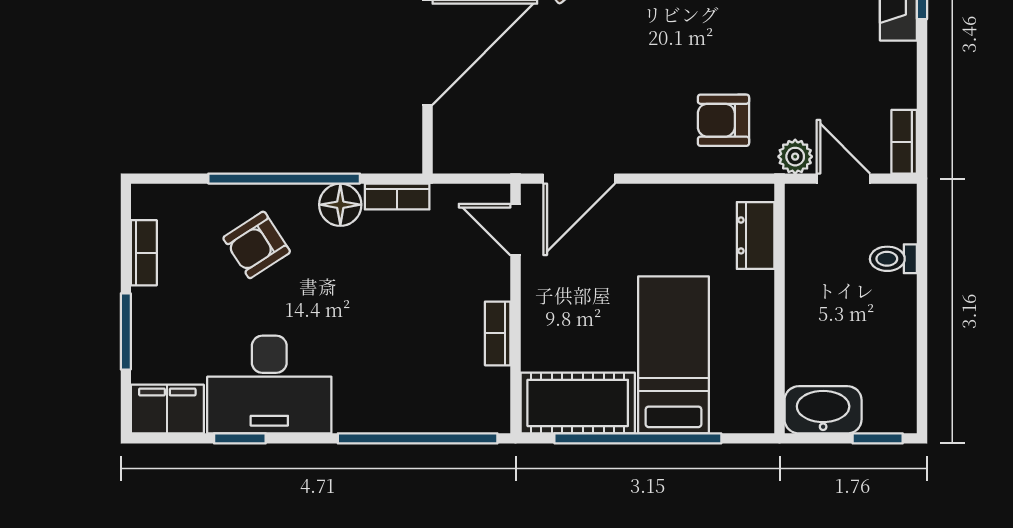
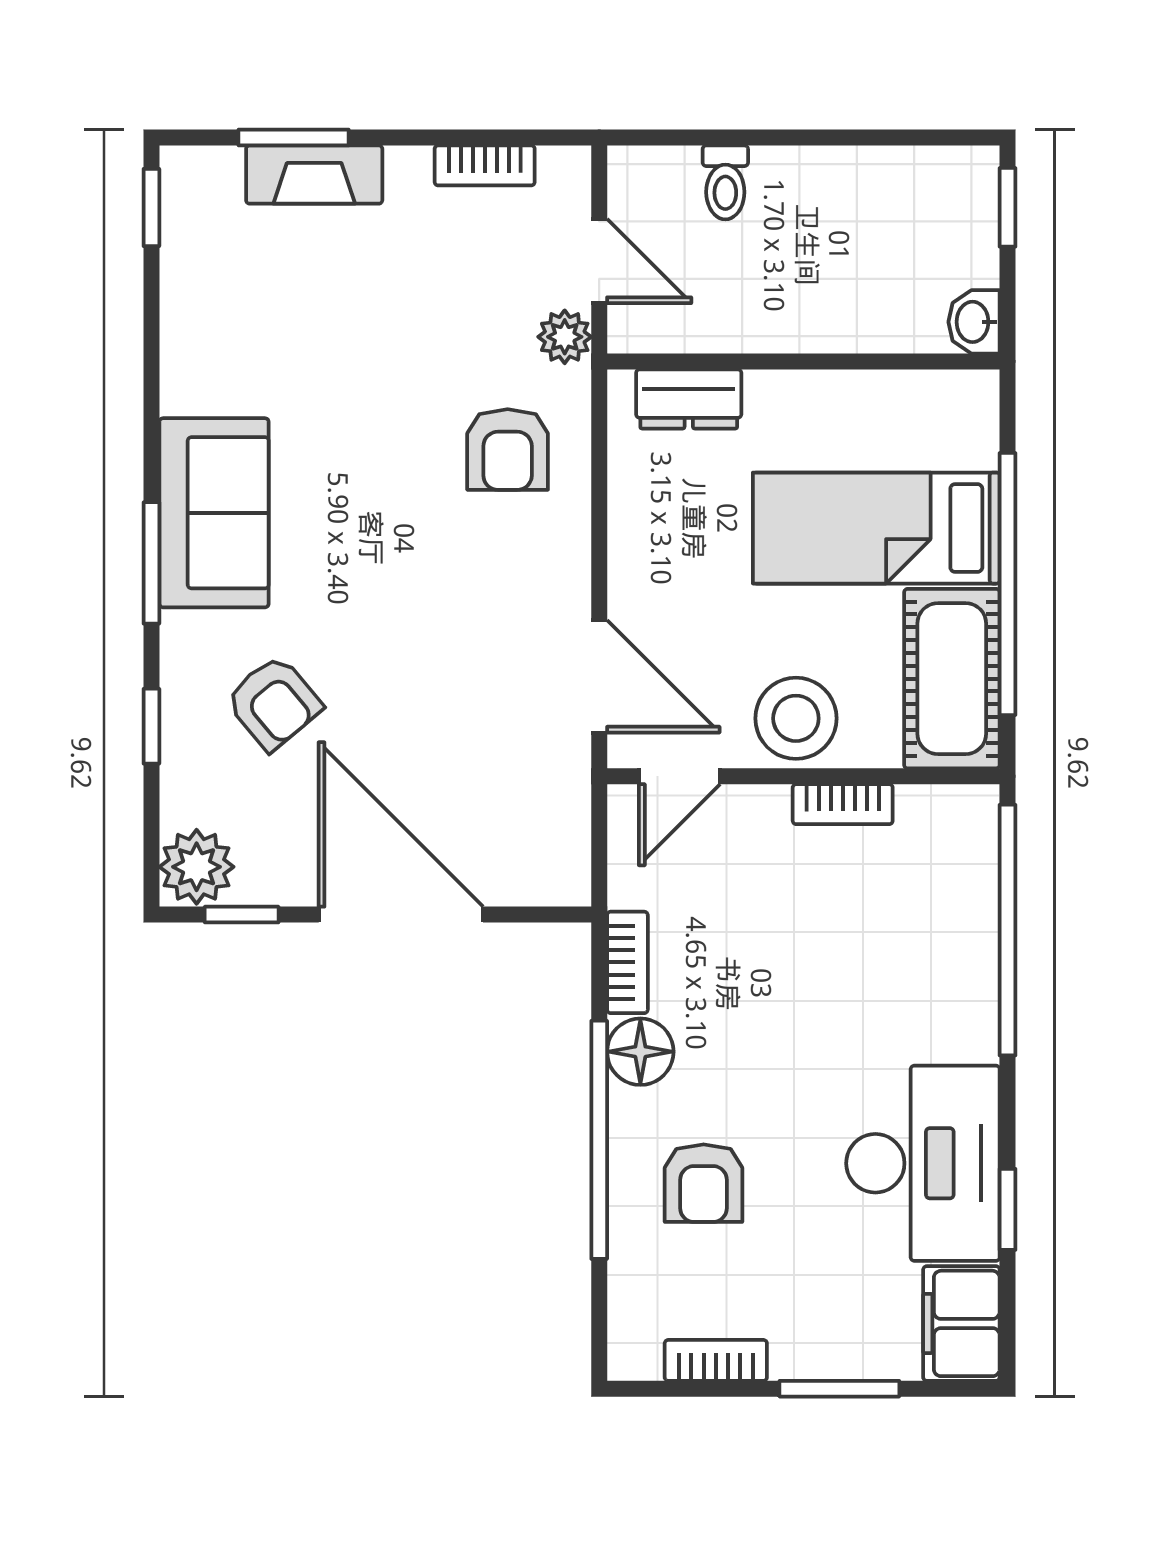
bookcase: (904, 142) -> (485, 165), moved
door: (843, 179) -> (599, 261), swing flipped
armchair: (257, 245) -> (704, 1183), turned 33
stool: (552, 304) -> (796, 718), added
washbasin: (823, 410) -> (974, 322), width x0.52, depth x0.69

